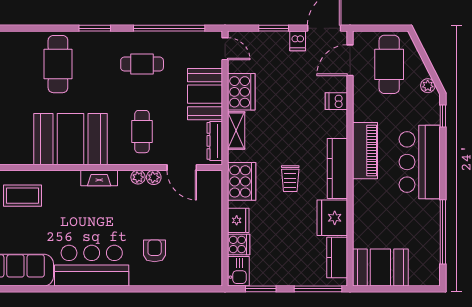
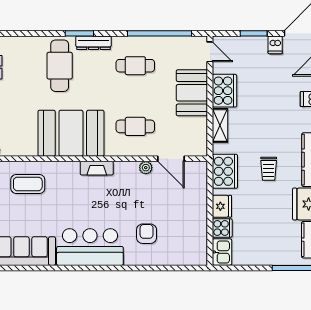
window: (95, 28) -> (79, 33), moved
cafe table: (142, 132) -> (135, 126), turned 90
dresser: (215, 141) -> (93, 43), moved, turned -90
plant: (138, 177) -> (132, 167), removed
window: (261, 289) -> (242, 268), removed

